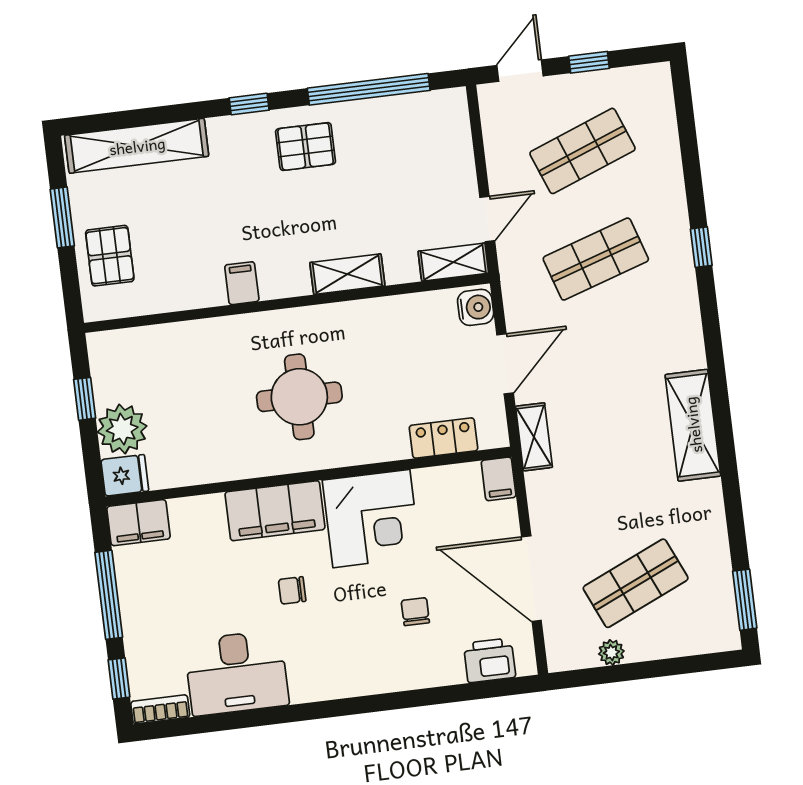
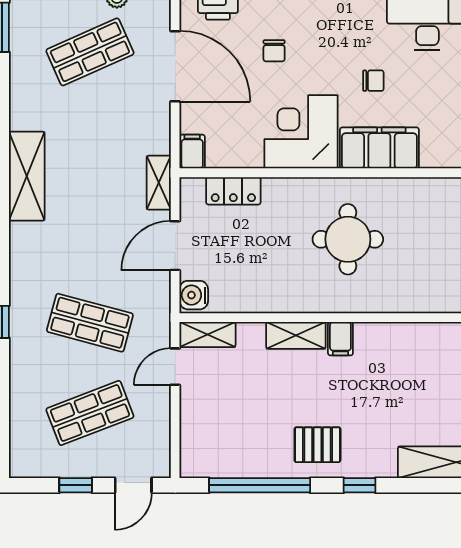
shop shelf: (596, 259) -> (90, 323), turned 33
filing cabinet: (242, 283) -> (340, 339), moved

